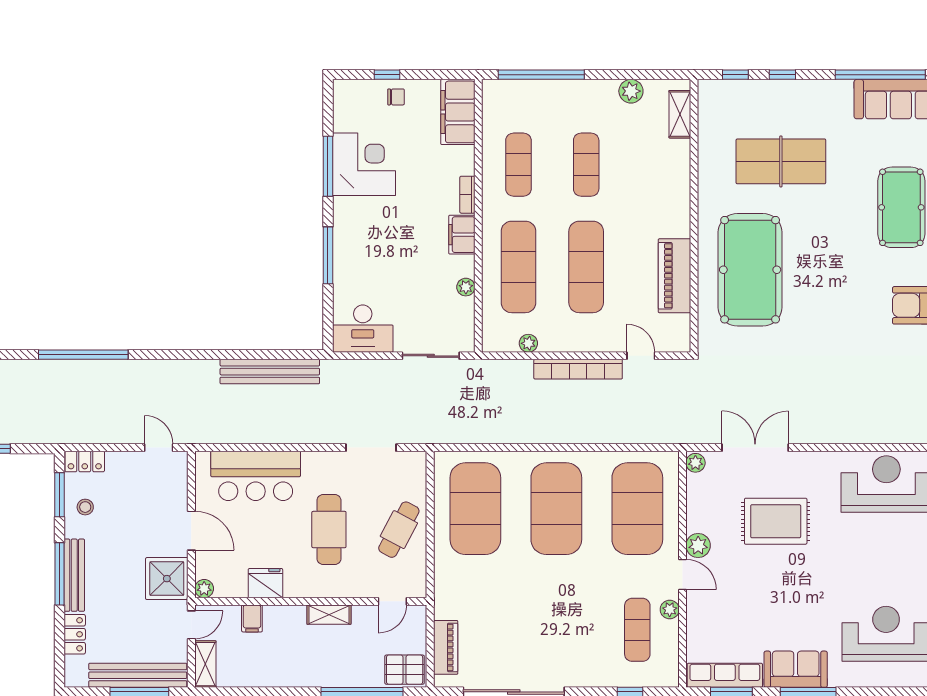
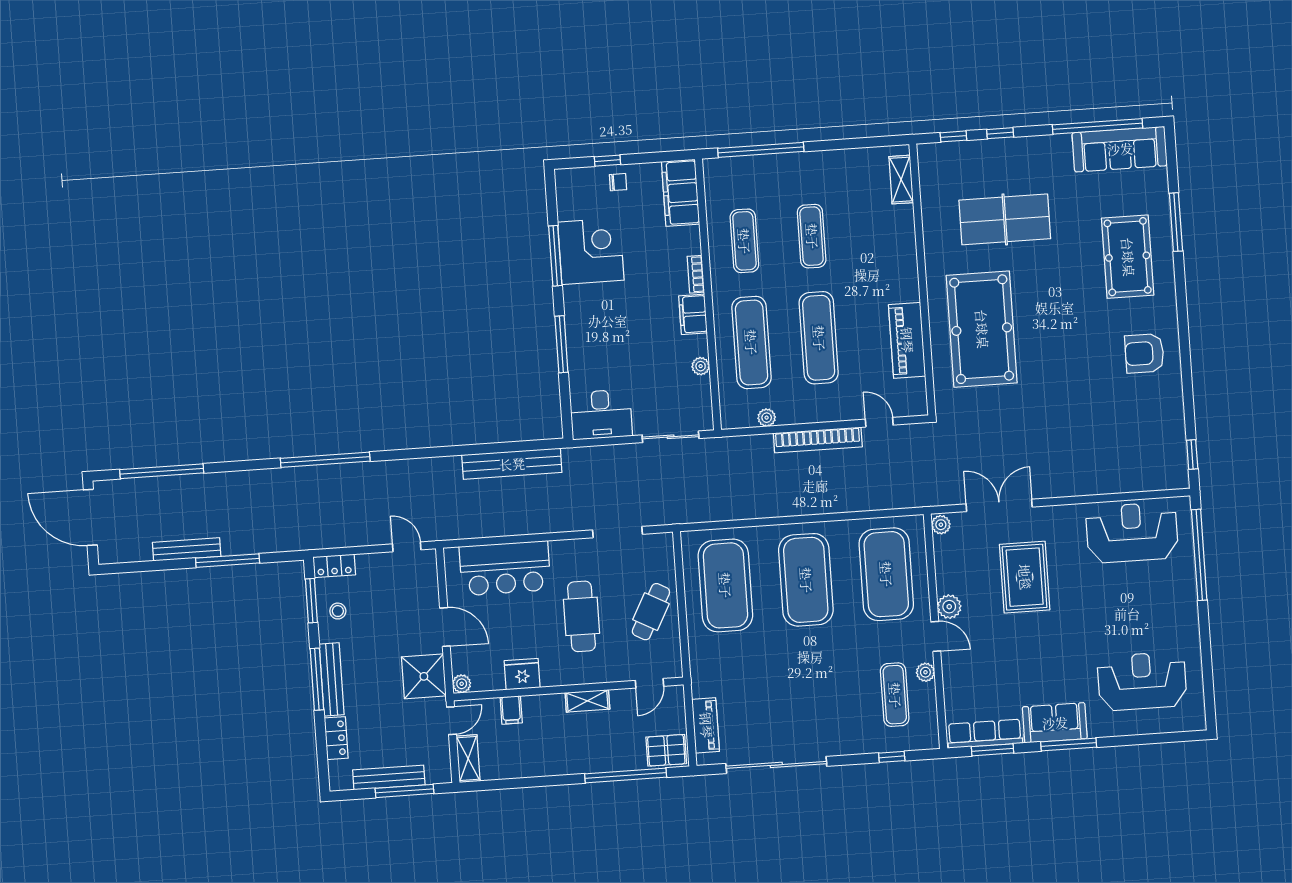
plant: (631, 91) -> (851, 160), removed
rug: (776, 521) -> (1025, 577), turned 90
bench: (138, 675) -> (389, 777), width x0.73, depth x0.82

